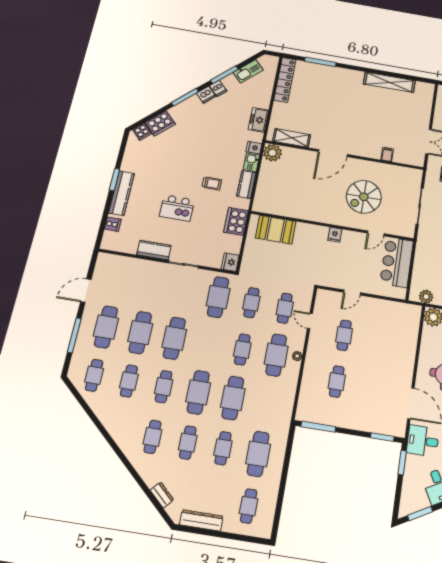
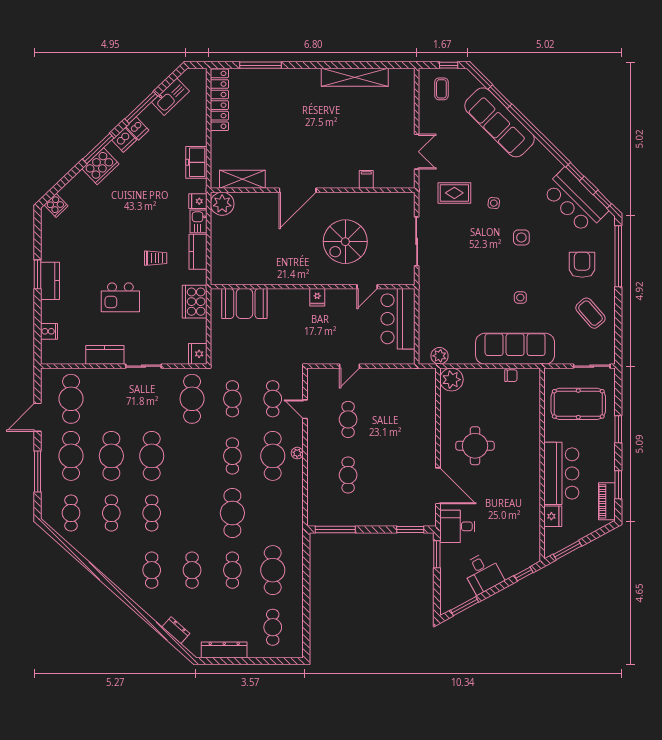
cooker: (160, 123) -> (100, 166), moved
kitchen counter: (122, 193) -> (50, 281), width x0.67
cafe table: (198, 392) -> (71, 399), moved

